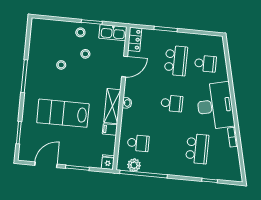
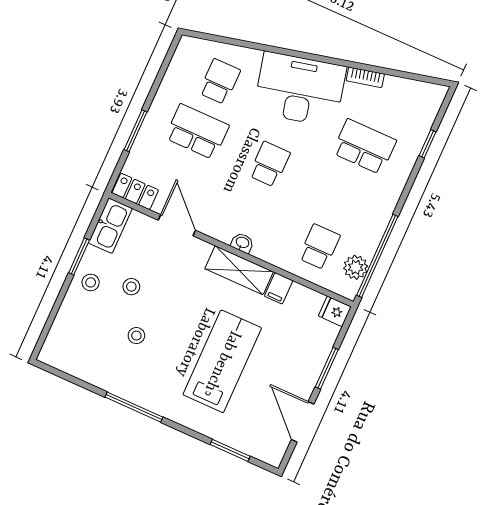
lab bench: (63, 113) -> (222, 361), turned 180

